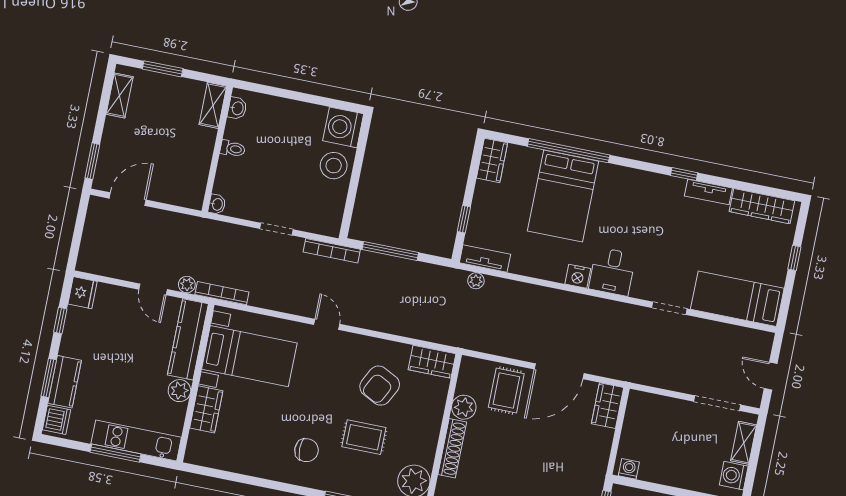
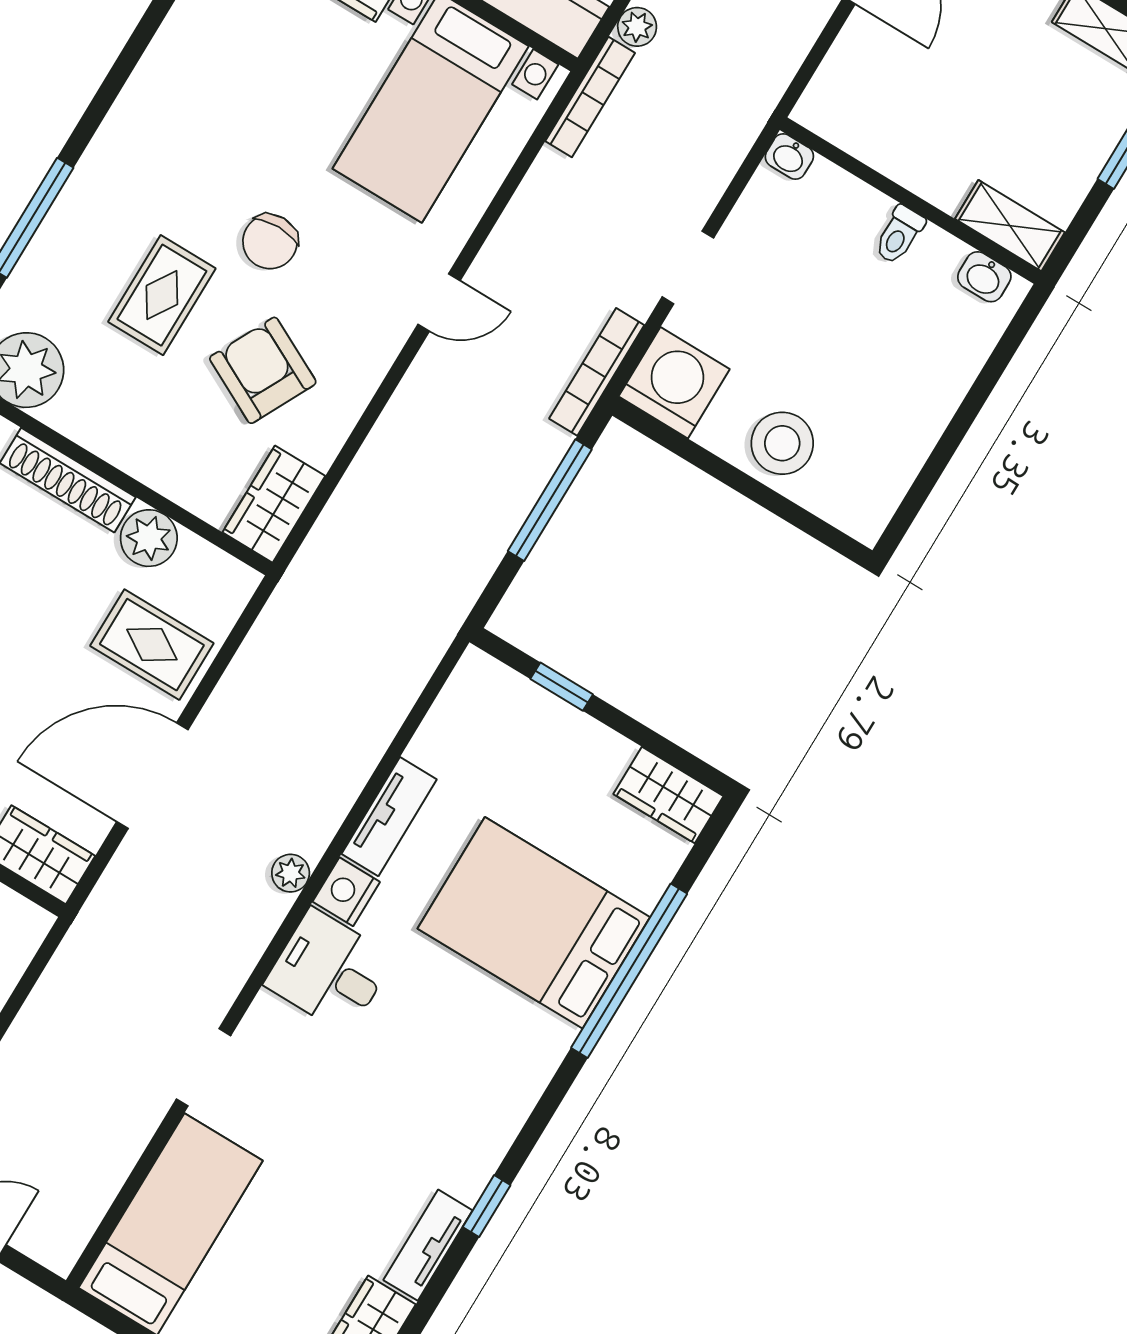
washing machine: (343, 127) -> (674, 383), moved
tv unit: (485, 258) -> (389, 817), moved
plant: (476, 281) -> (291, 873), moved
door: (559, 371) -> (152, 776), hinge flipped
chair: (307, 450) -> (270, 242), moved

